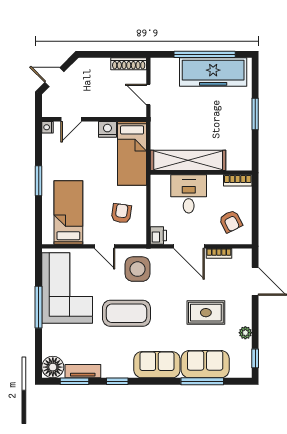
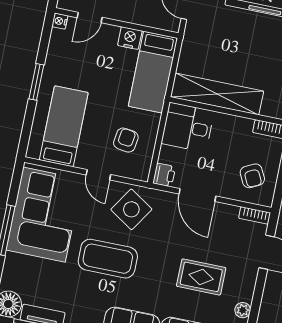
desk: (189, 194) -> (188, 127), moved, turned -90
bookcase: (219, 253) -> (255, 215), moved
side table: (137, 269) -> (131, 209), turned 33

